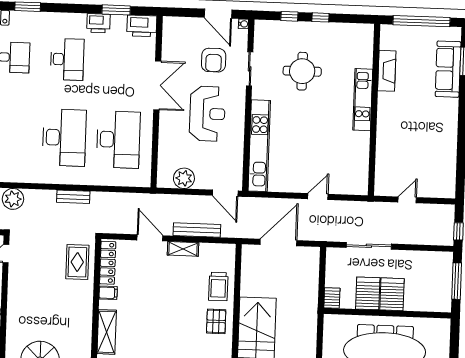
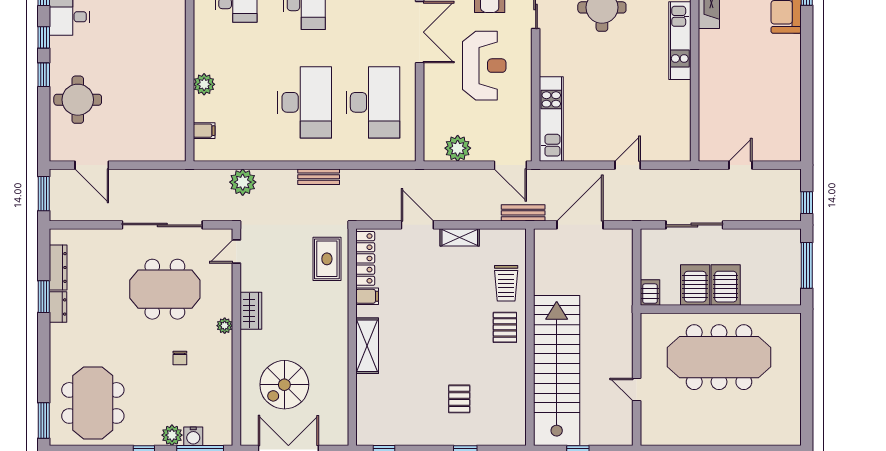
kitchen unit: (259, 146) -> (551, 119), width x0.73
bench: (197, 230) -> (523, 213), moved, width x0.73
wardrobe: (16, 301) -> (251, 311), added

